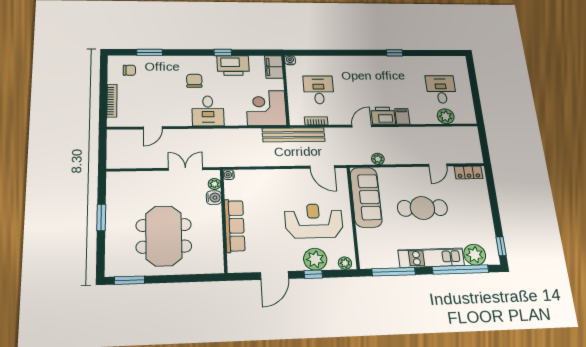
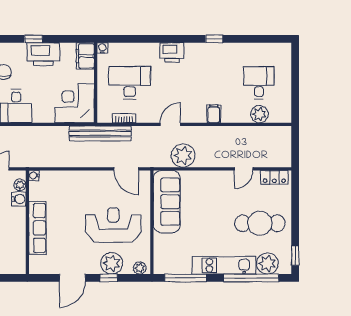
desk: (319, 90) -> (130, 83), width x1.37
printer: (383, 116) -> (172, 52), moved, turned 180
plant: (378, 159) -> (183, 156), width x1.88, depth x1.88
cafe table: (422, 208) -> (260, 223), moved

